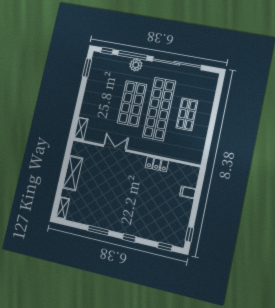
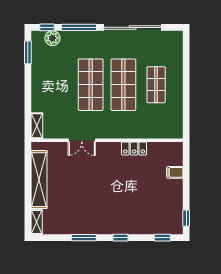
plant: (136, 65) -> (52, 38), moved
shop shelf: (159, 109) -> (123, 85), width x0.71
double door: (115, 148) -> (82, 140), swing flipped
shelving: (73, 173) -> (39, 180), width x1.47

